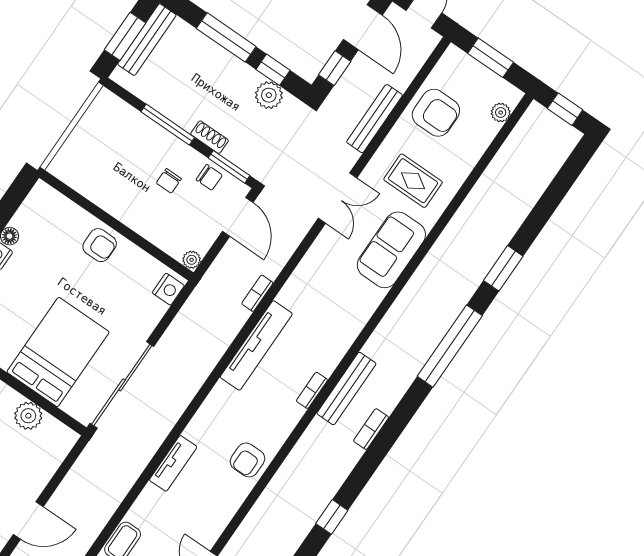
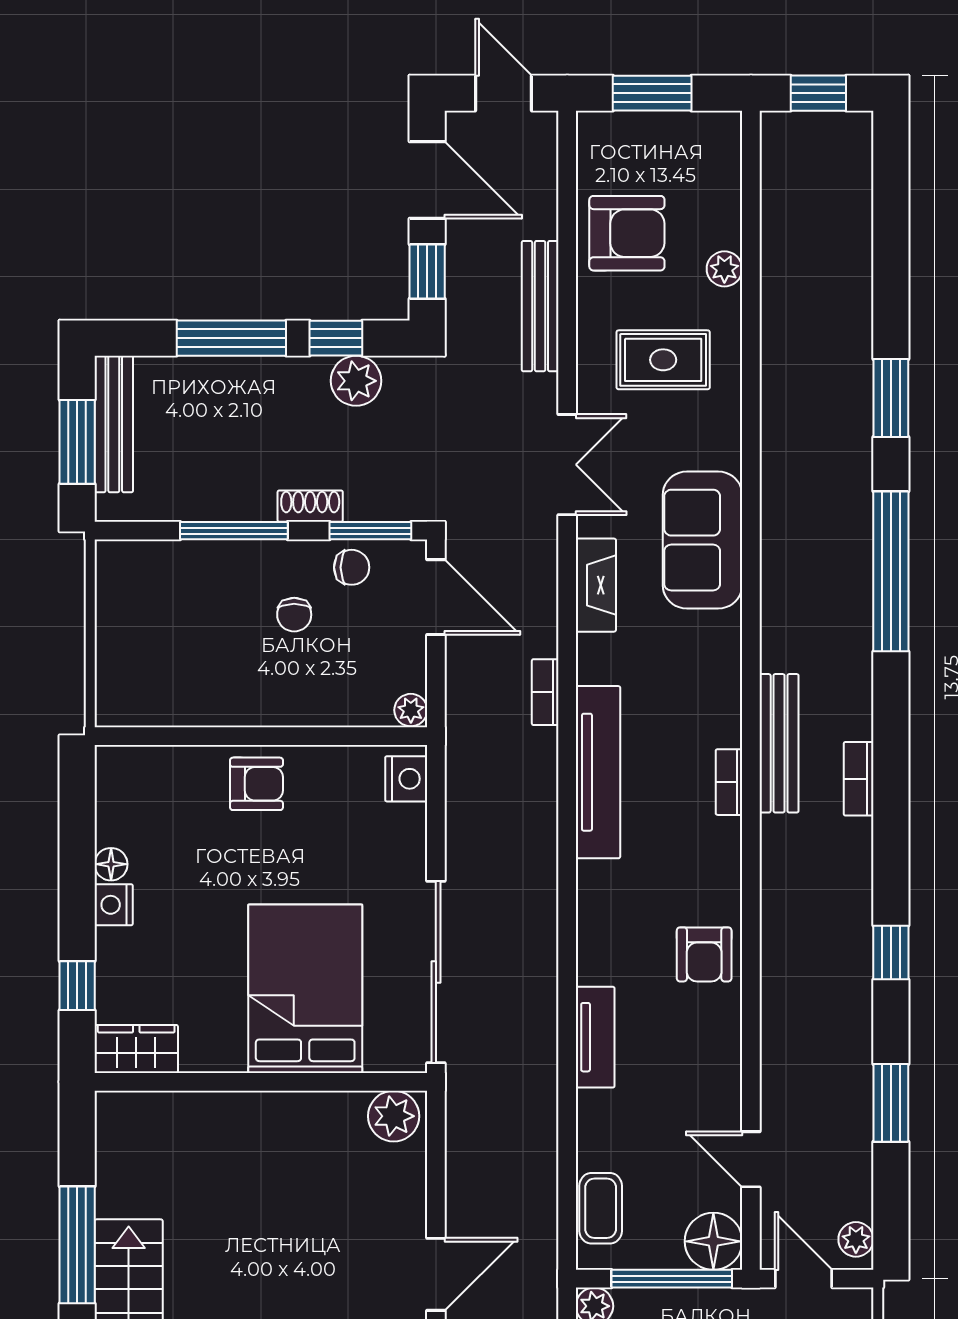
plant: (501, 112) -> (724, 269), moved
sofa: (391, 250) -> (702, 540), moved
fireplace: (313, 261) -> (596, 585), added
plant: (28, 416) -> (394, 1116), moved

